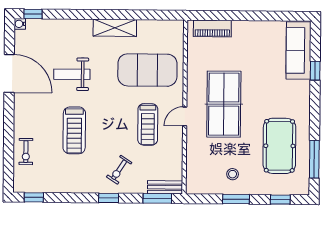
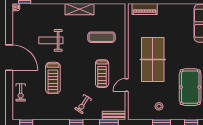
exercise mat: (147, 70) -> (101, 37), width x0.50, depth x0.69
door: (9, 73) -> (9, 58), moved
door: (185, 116) -> (127, 85), moved

